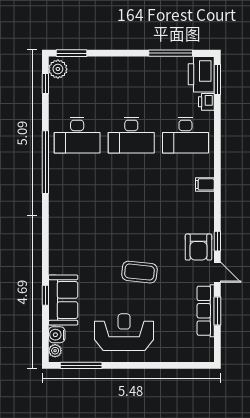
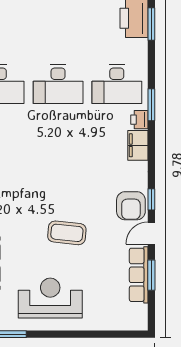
printer: (206, 102) -> (139, 120), moved
window: (217, 154) -> (151, 105), added
filing cabinet: (205, 184) -> (138, 145), width x2.00
door: (217, 272) -> (151, 233), swing flipped

